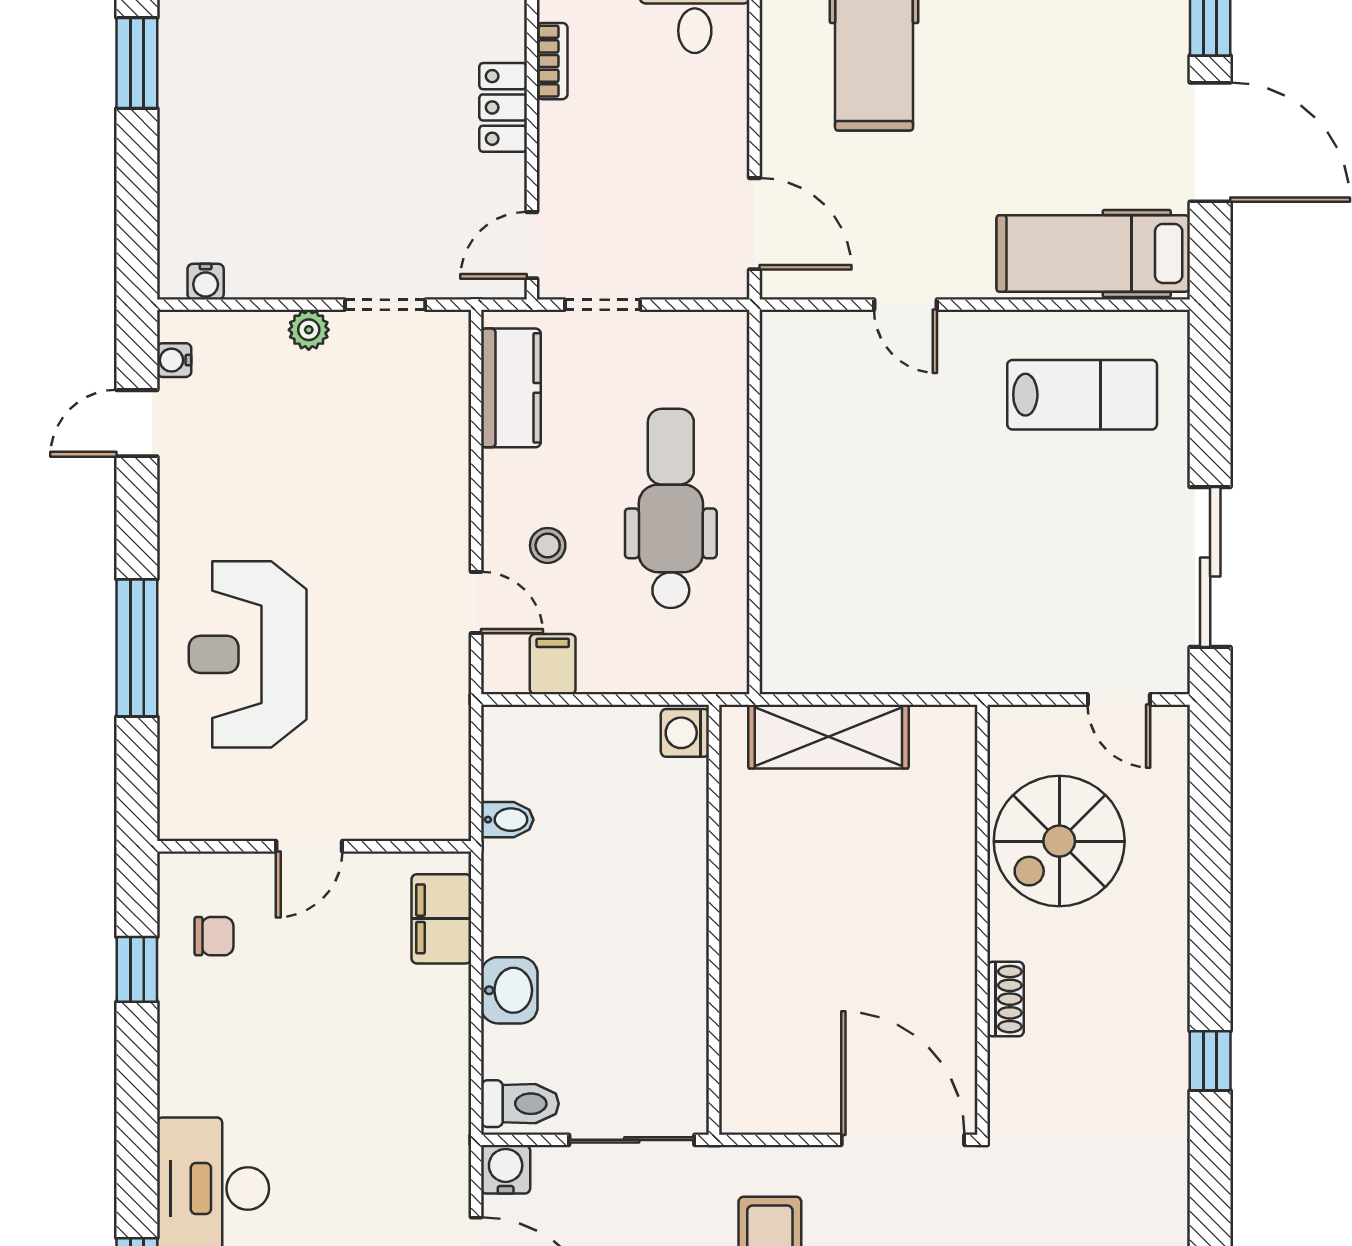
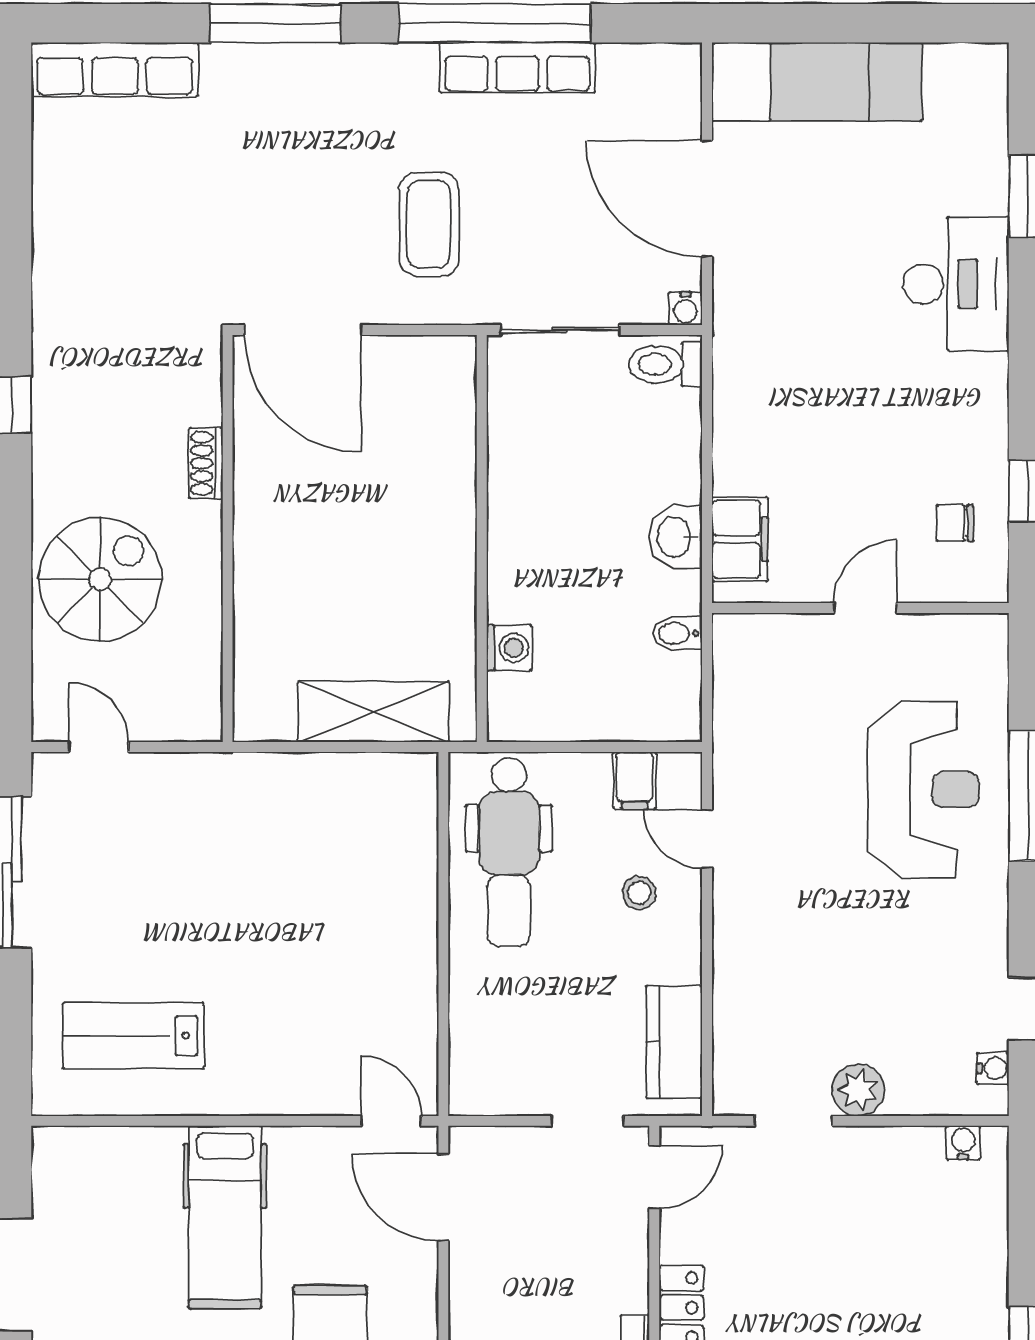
hospital bed: (1093, 253) -> (225, 1217), moved, turned 90
door: (906, 305) -> (391, 1121), moved
plant: (309, 330) -> (858, 1090), width x1.38, depth x1.38
dental chair: (671, 508) -> (509, 852), moved
washing machine: (685, 733) -> (509, 648), moved
spiral stairs: (1059, 841) -> (100, 579), moved
washbasin: (509, 990) -> (676, 537), moved
water cooler: (506, 1169) -> (685, 309), width x0.72, depth x0.72

